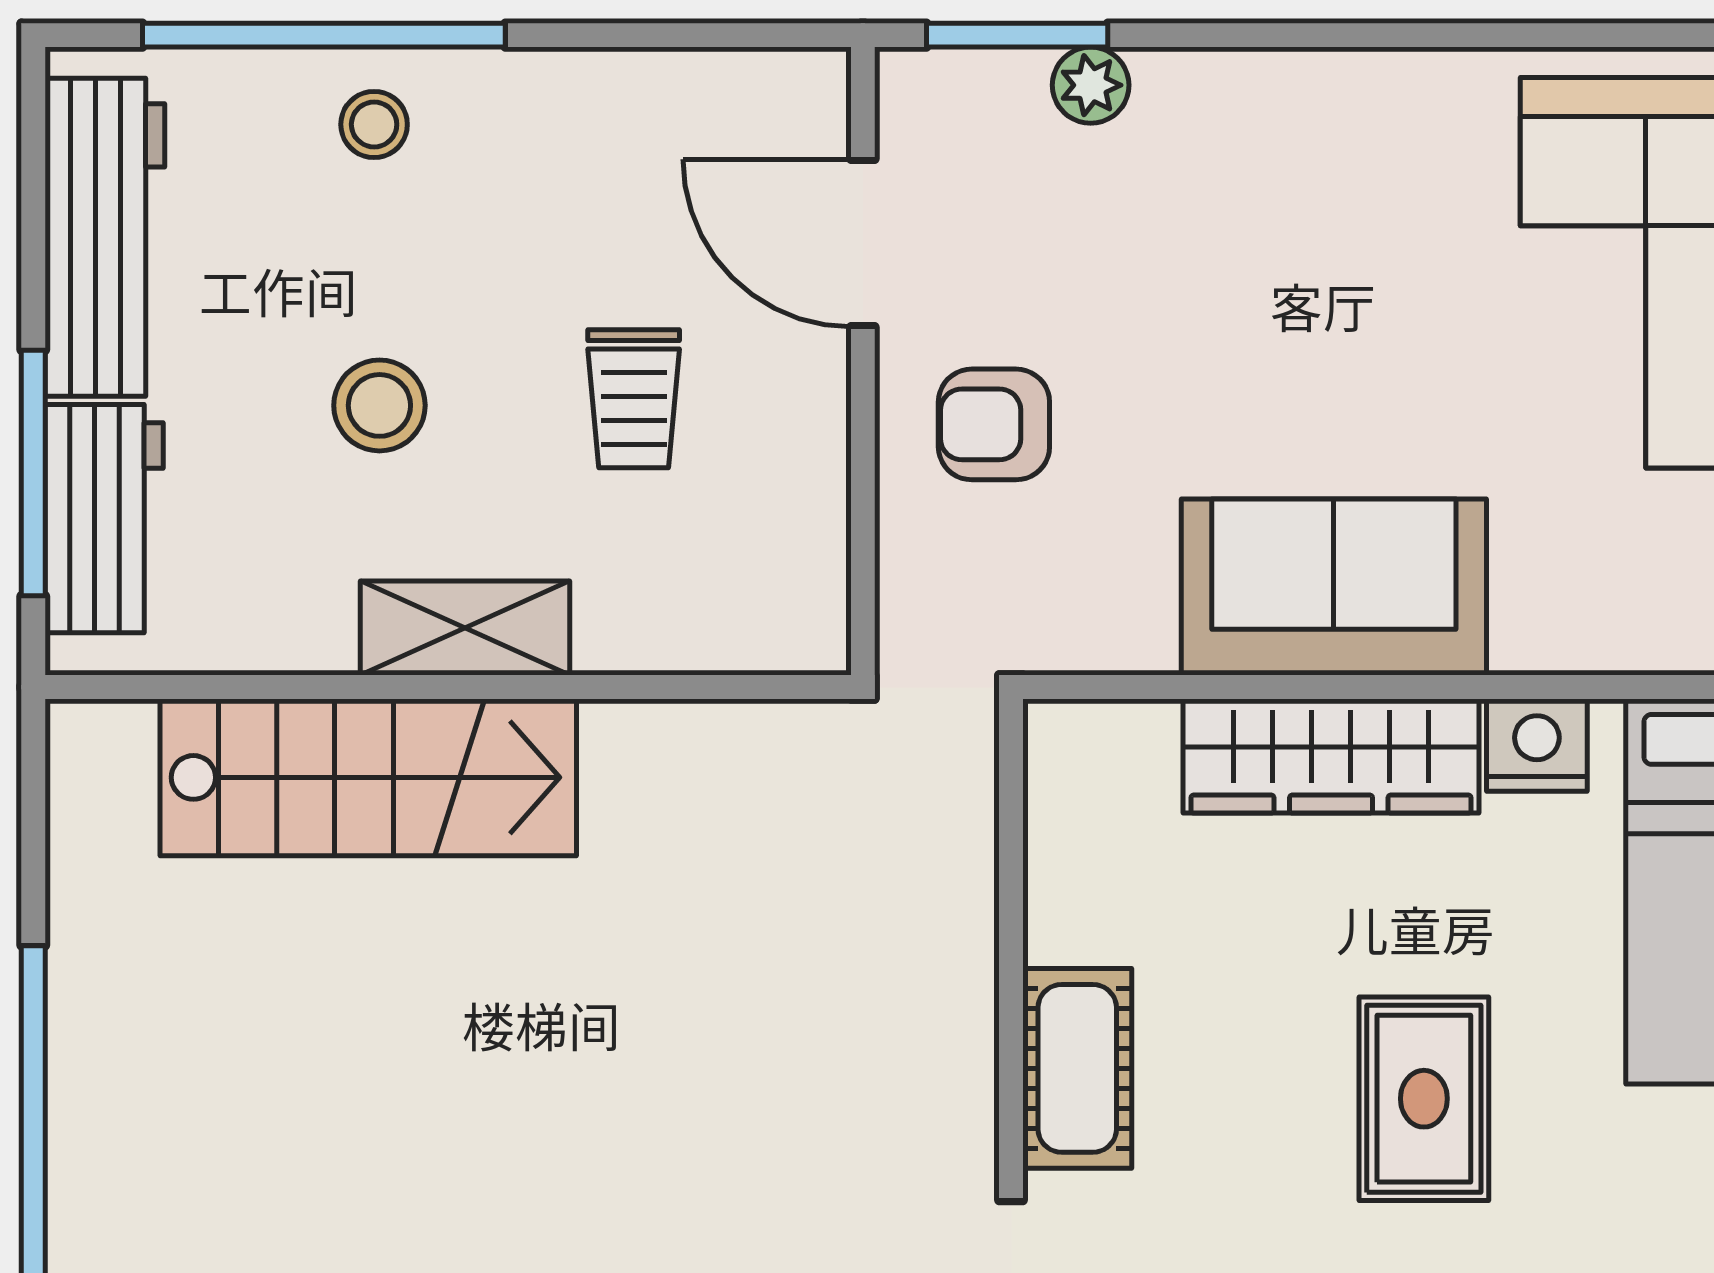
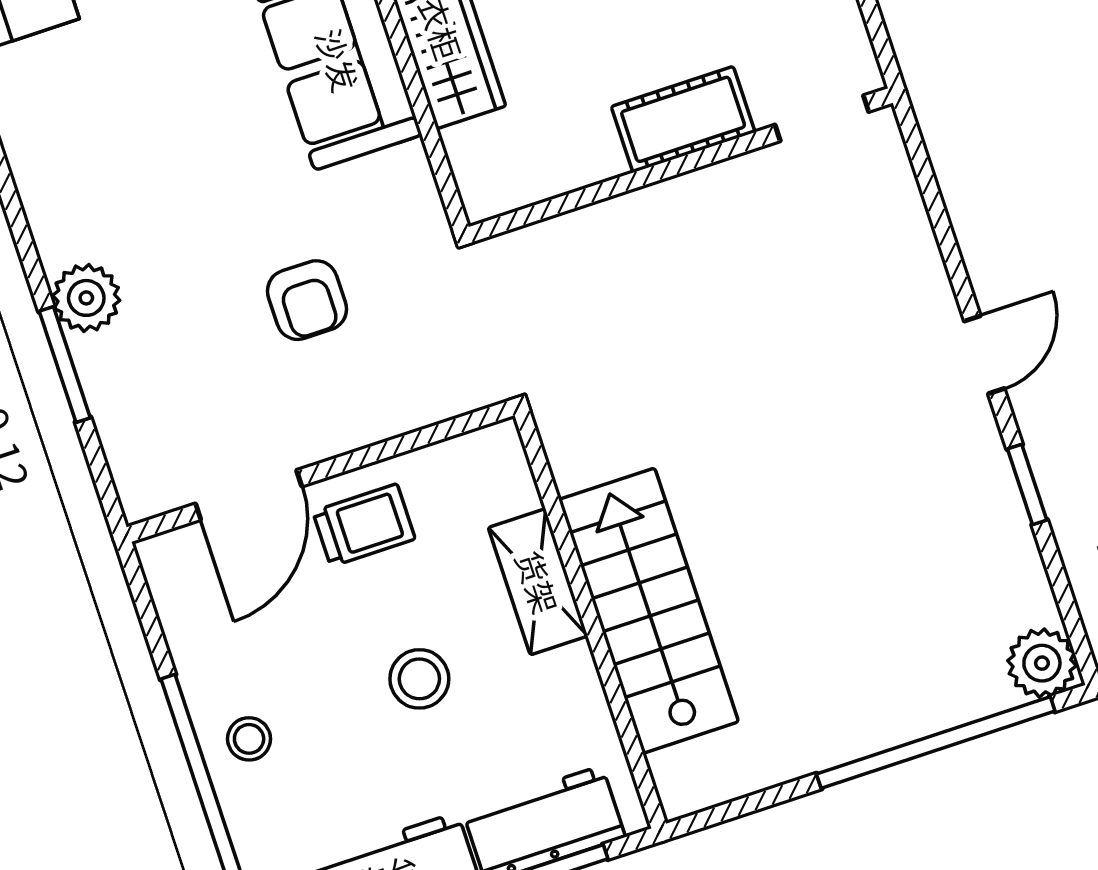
plant: (1091, 85) -> (86, 298), width x1.38, depth x1.38
door: (863, 243) -> (249, 495), moved
wall: (863, 361) -> (321, 471), moved

